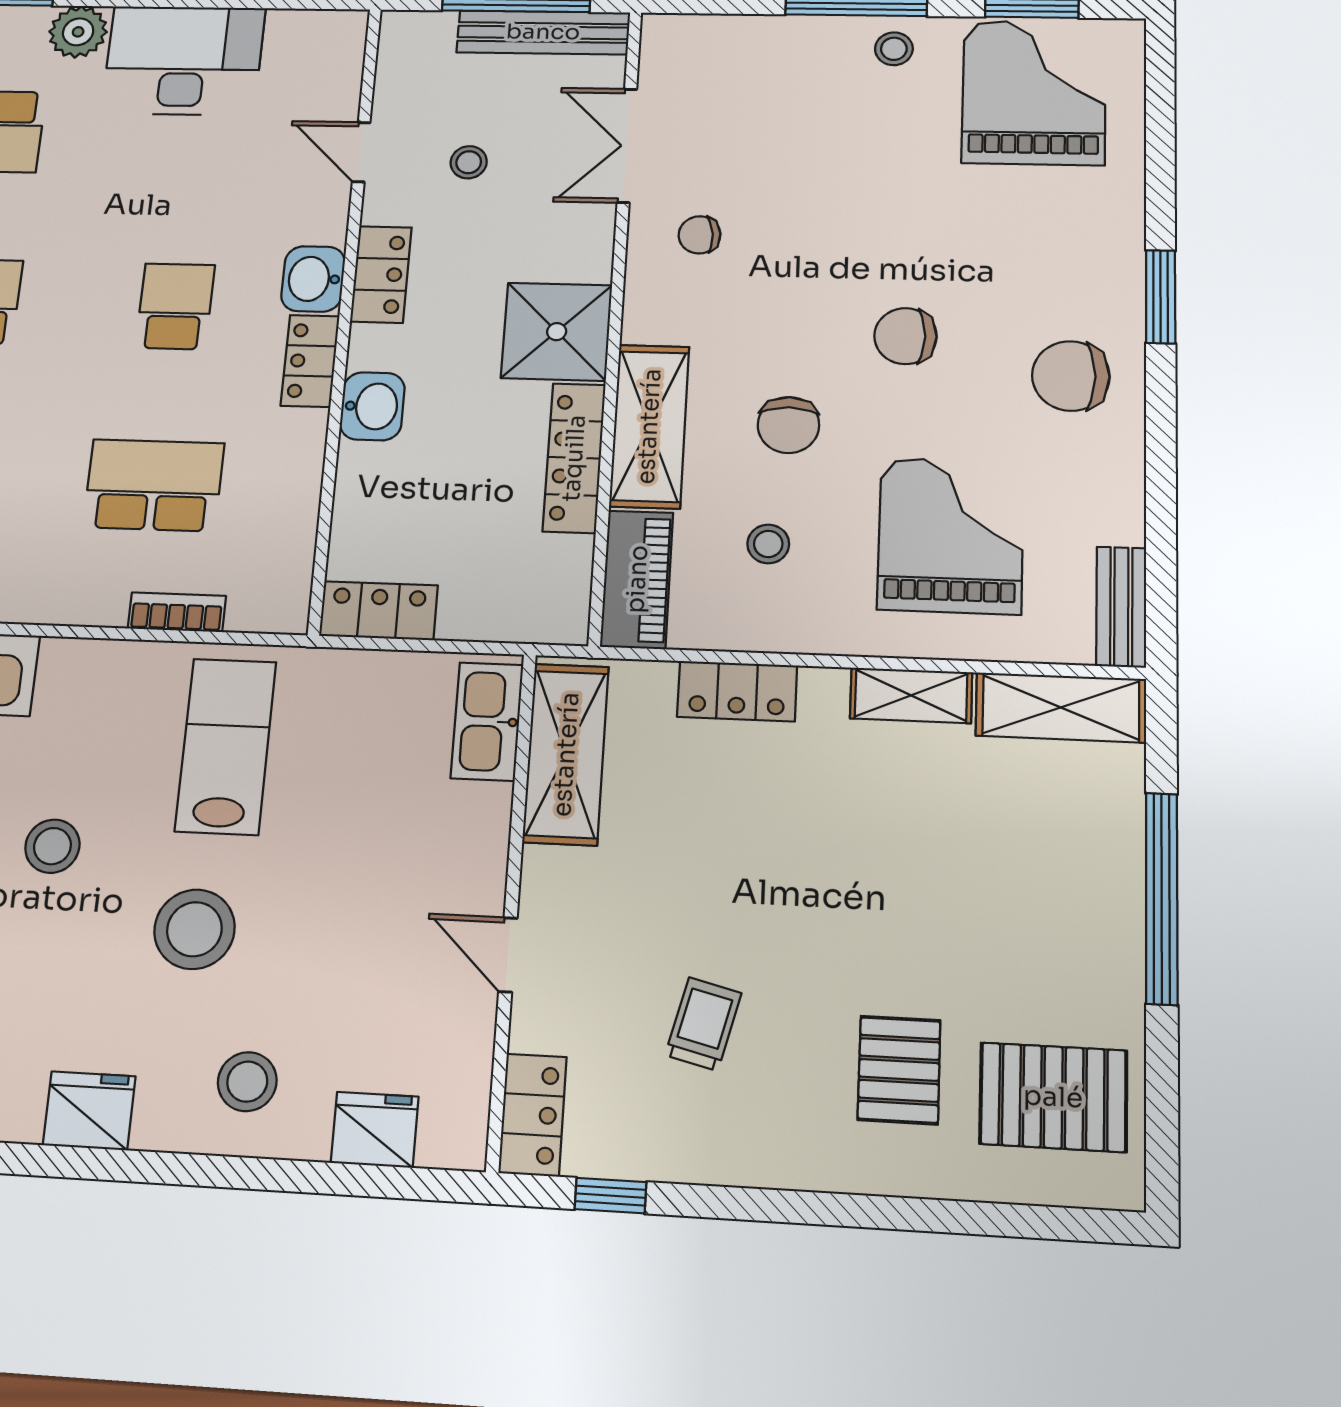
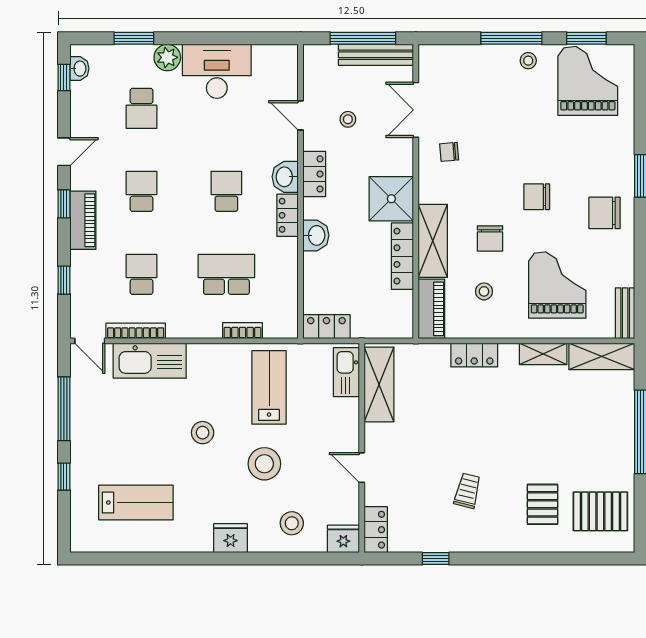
kitchen sink: (487, 721) -> (346, 372), moved
shelving: (566, 754) -> (379, 384), moved
wall: (511, 906) -> (362, 448), moved
door: (508, 955) -> (362, 468), moved
locker: (533, 1115) -> (376, 530), moved

